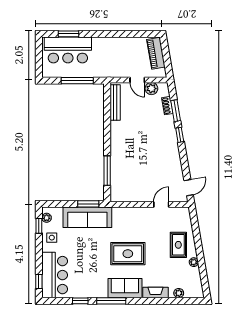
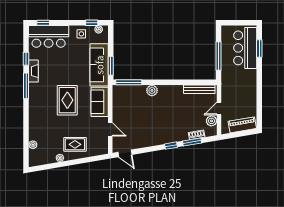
plant: (117, 157) -> (152, 90), added
window: (107, 171) -> (129, 82), moved
sofa: (125, 288) -> (100, 102), moved, turned 180
fireplace: (156, 292) -> (33, 71), moved

